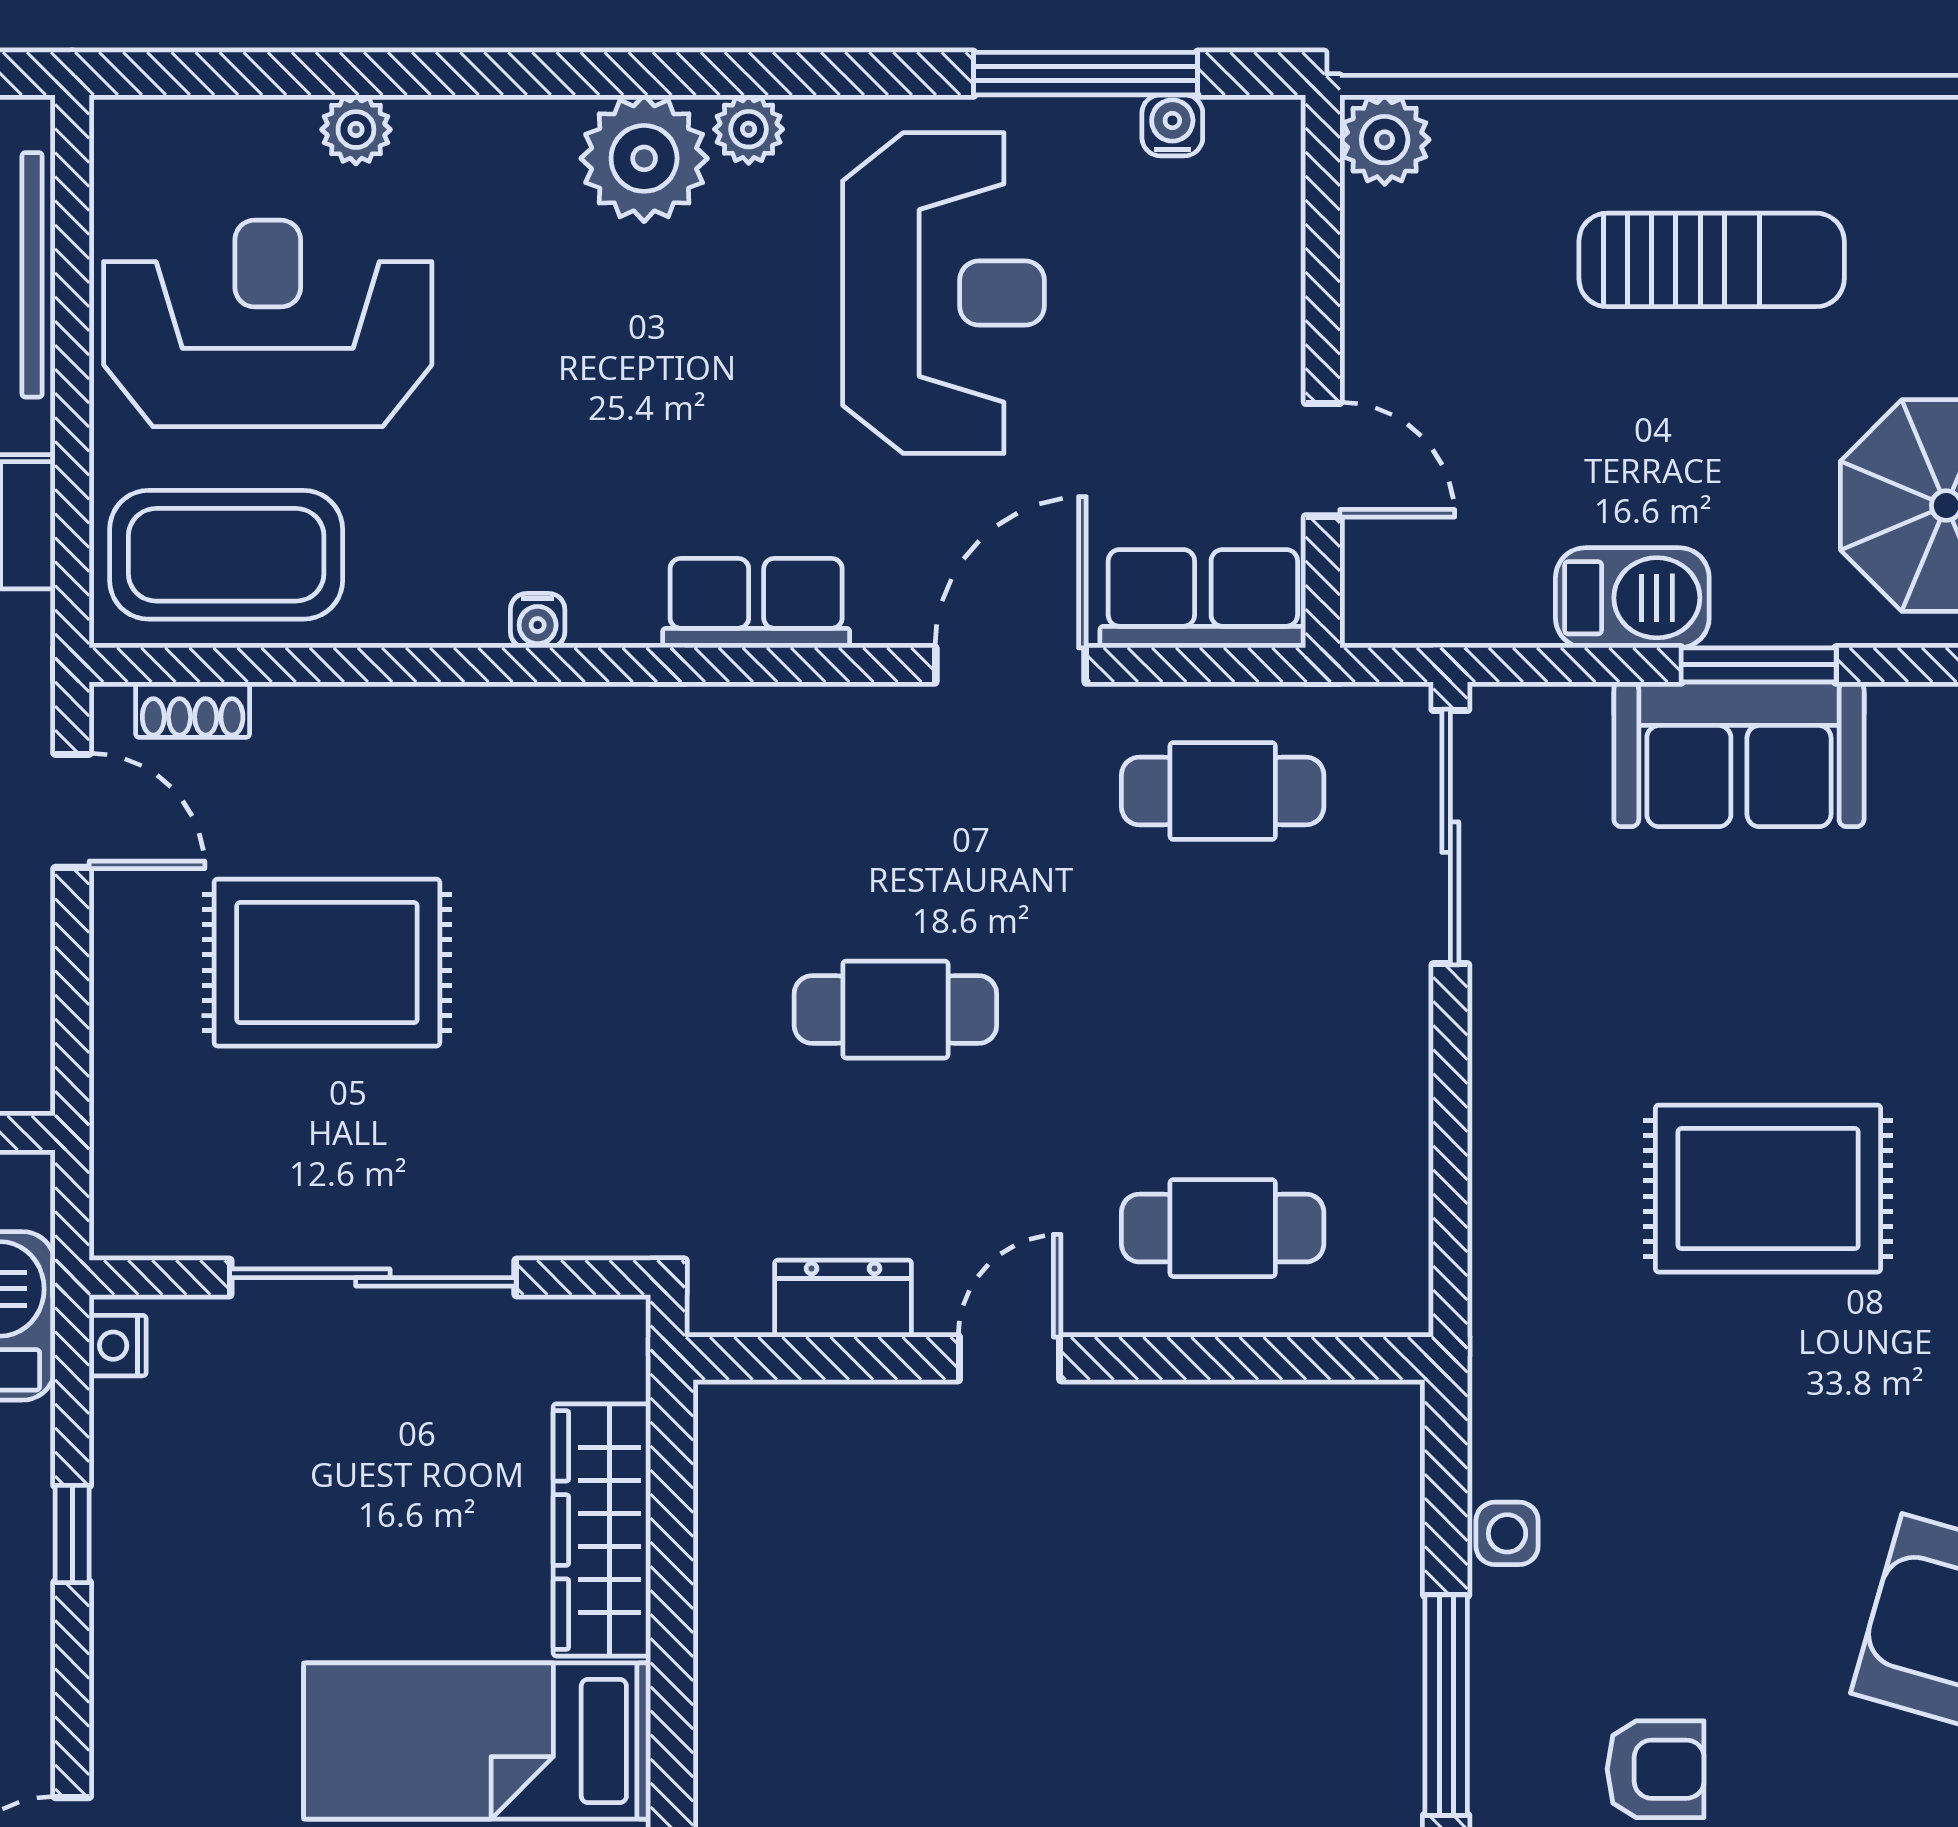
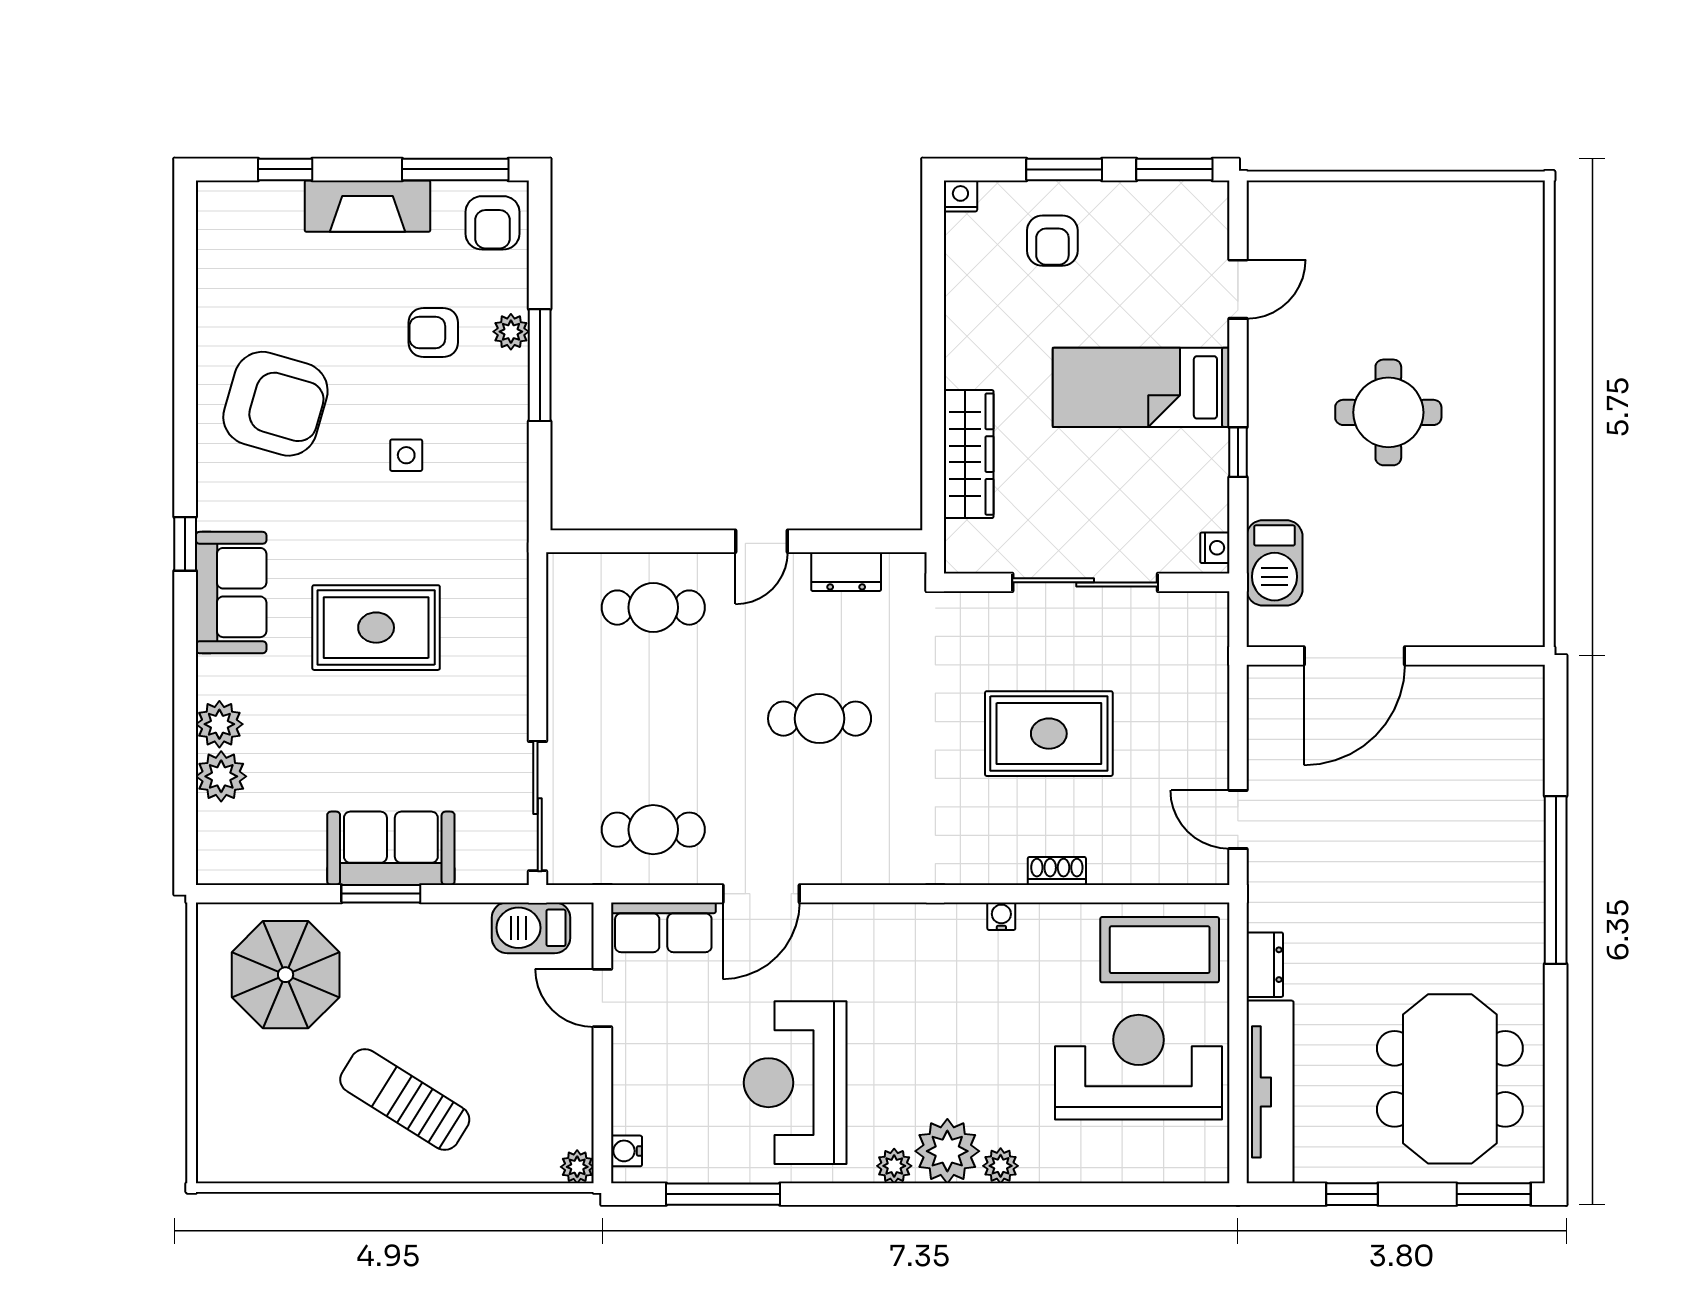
water cooler: (1172, 125) -> (626, 1151), moved, turned 90
plant: (356, 130) -> (1001, 1166), moved
plant: (1385, 140) -> (577, 1167), width x0.73, depth x0.73
sun lounger: (1712, 260) -> (405, 1099), turned 32
reception desk: (268, 323) -> (1139, 1067), turned 180
barbecue: (1632, 598) -> (531, 928), moved
row of seats: (756, 603) -> (890, 925), removed
shoe rack: (193, 710) -> (1057, 871), moved
rug: (327, 963) -> (1049, 734), moved
side table: (1507, 1533) -> (406, 455), moved
bed: (477, 1741) -> (1141, 387), moved, turned 180
plant: (1503, 1771) -> (511, 332), added

